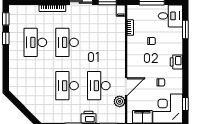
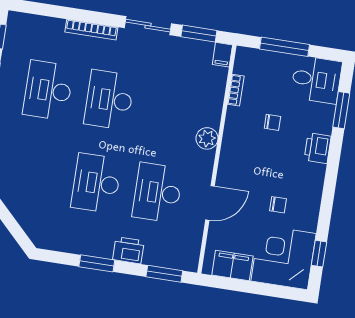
printer: (176, 62) -> (318, 148), moved
plant: (120, 101) -> (207, 138), moved

